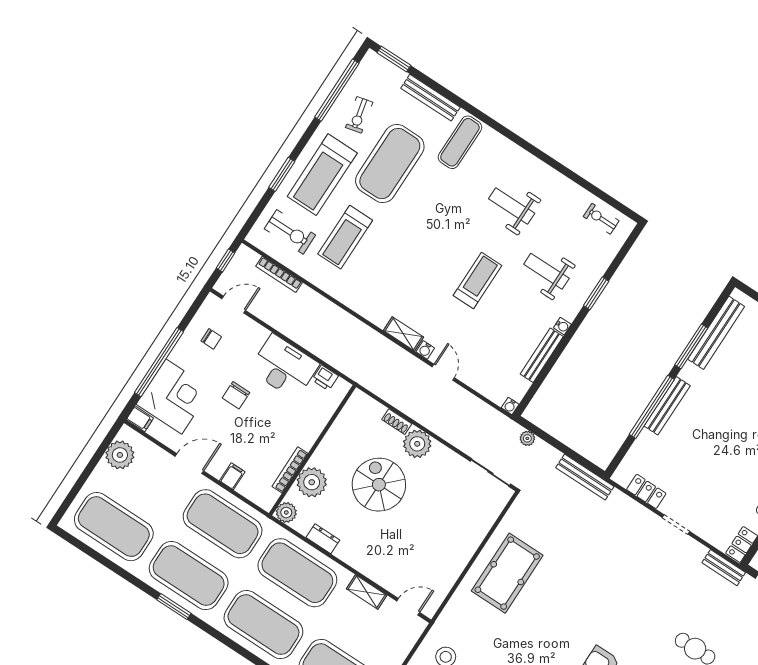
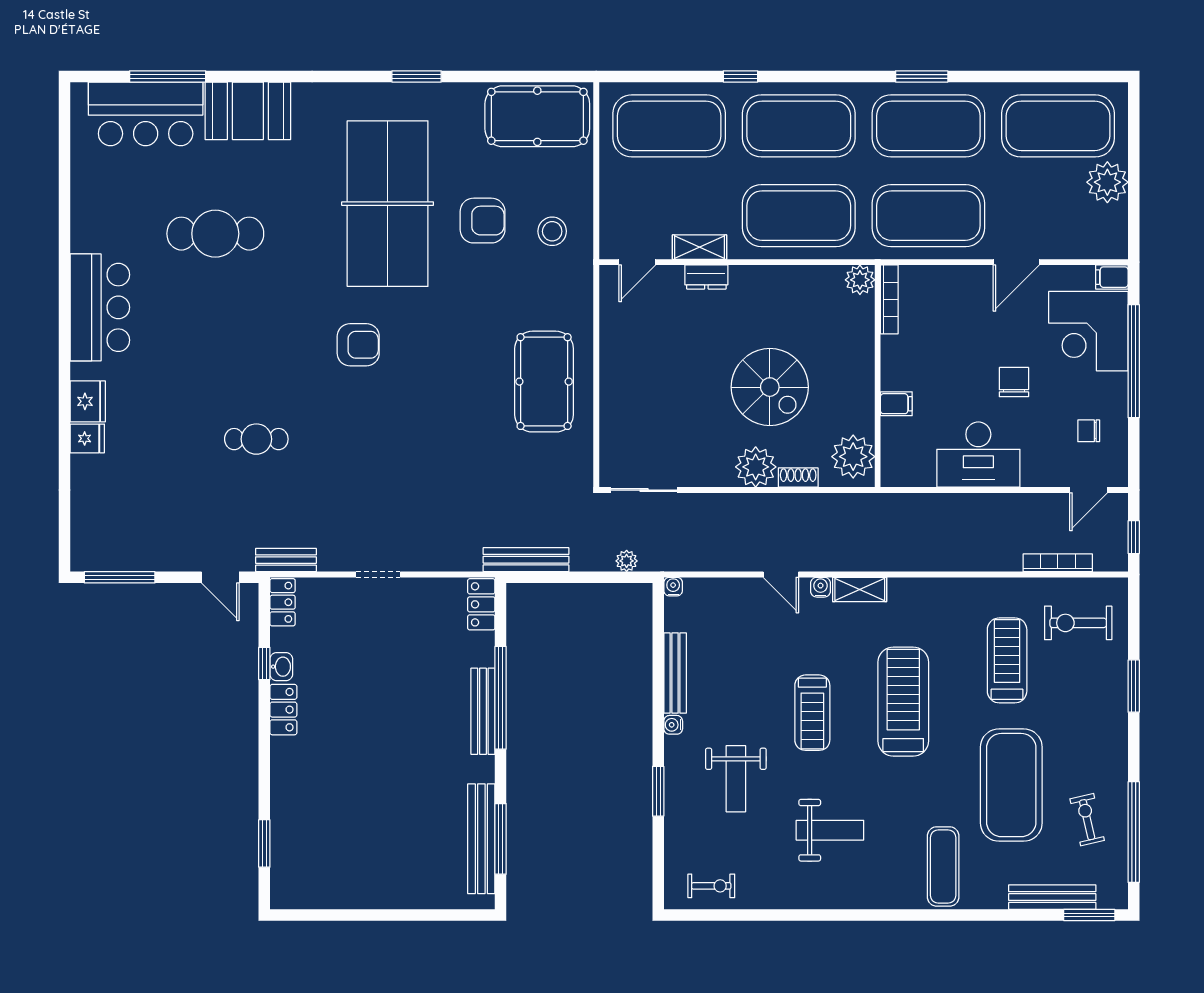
bench: (430, 98) -> (1052, 897), moved
treadmill: (322, 175) -> (903, 702), moved
weight bench: (546, 271) -> (736, 779), turned 90
window: (691, 346) -> (501, 839), moved
printer: (325, 378) -> (920, 474), removed
plant: (120, 455) -> (1107, 182), moved
bookcase: (290, 470) -> (889, 299), moved
filing cabinet: (232, 476) -> (896, 404), moved, turned -90
plant: (312, 482) -> (853, 457), moved
locker: (646, 491) -> (481, 604), moved, turned 90
dresser: (323, 539) -> (706, 277), moved

